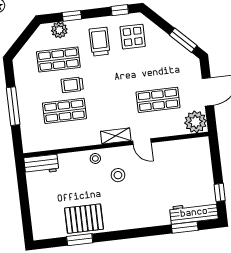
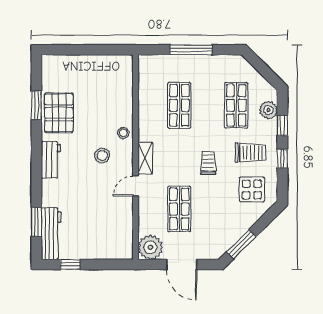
window: (120, 10) -> (282, 159), moved
trolley: (72, 85) -> (208, 163), moved
workbench: (41, 164) -> (51, 160), moved, turned 180

